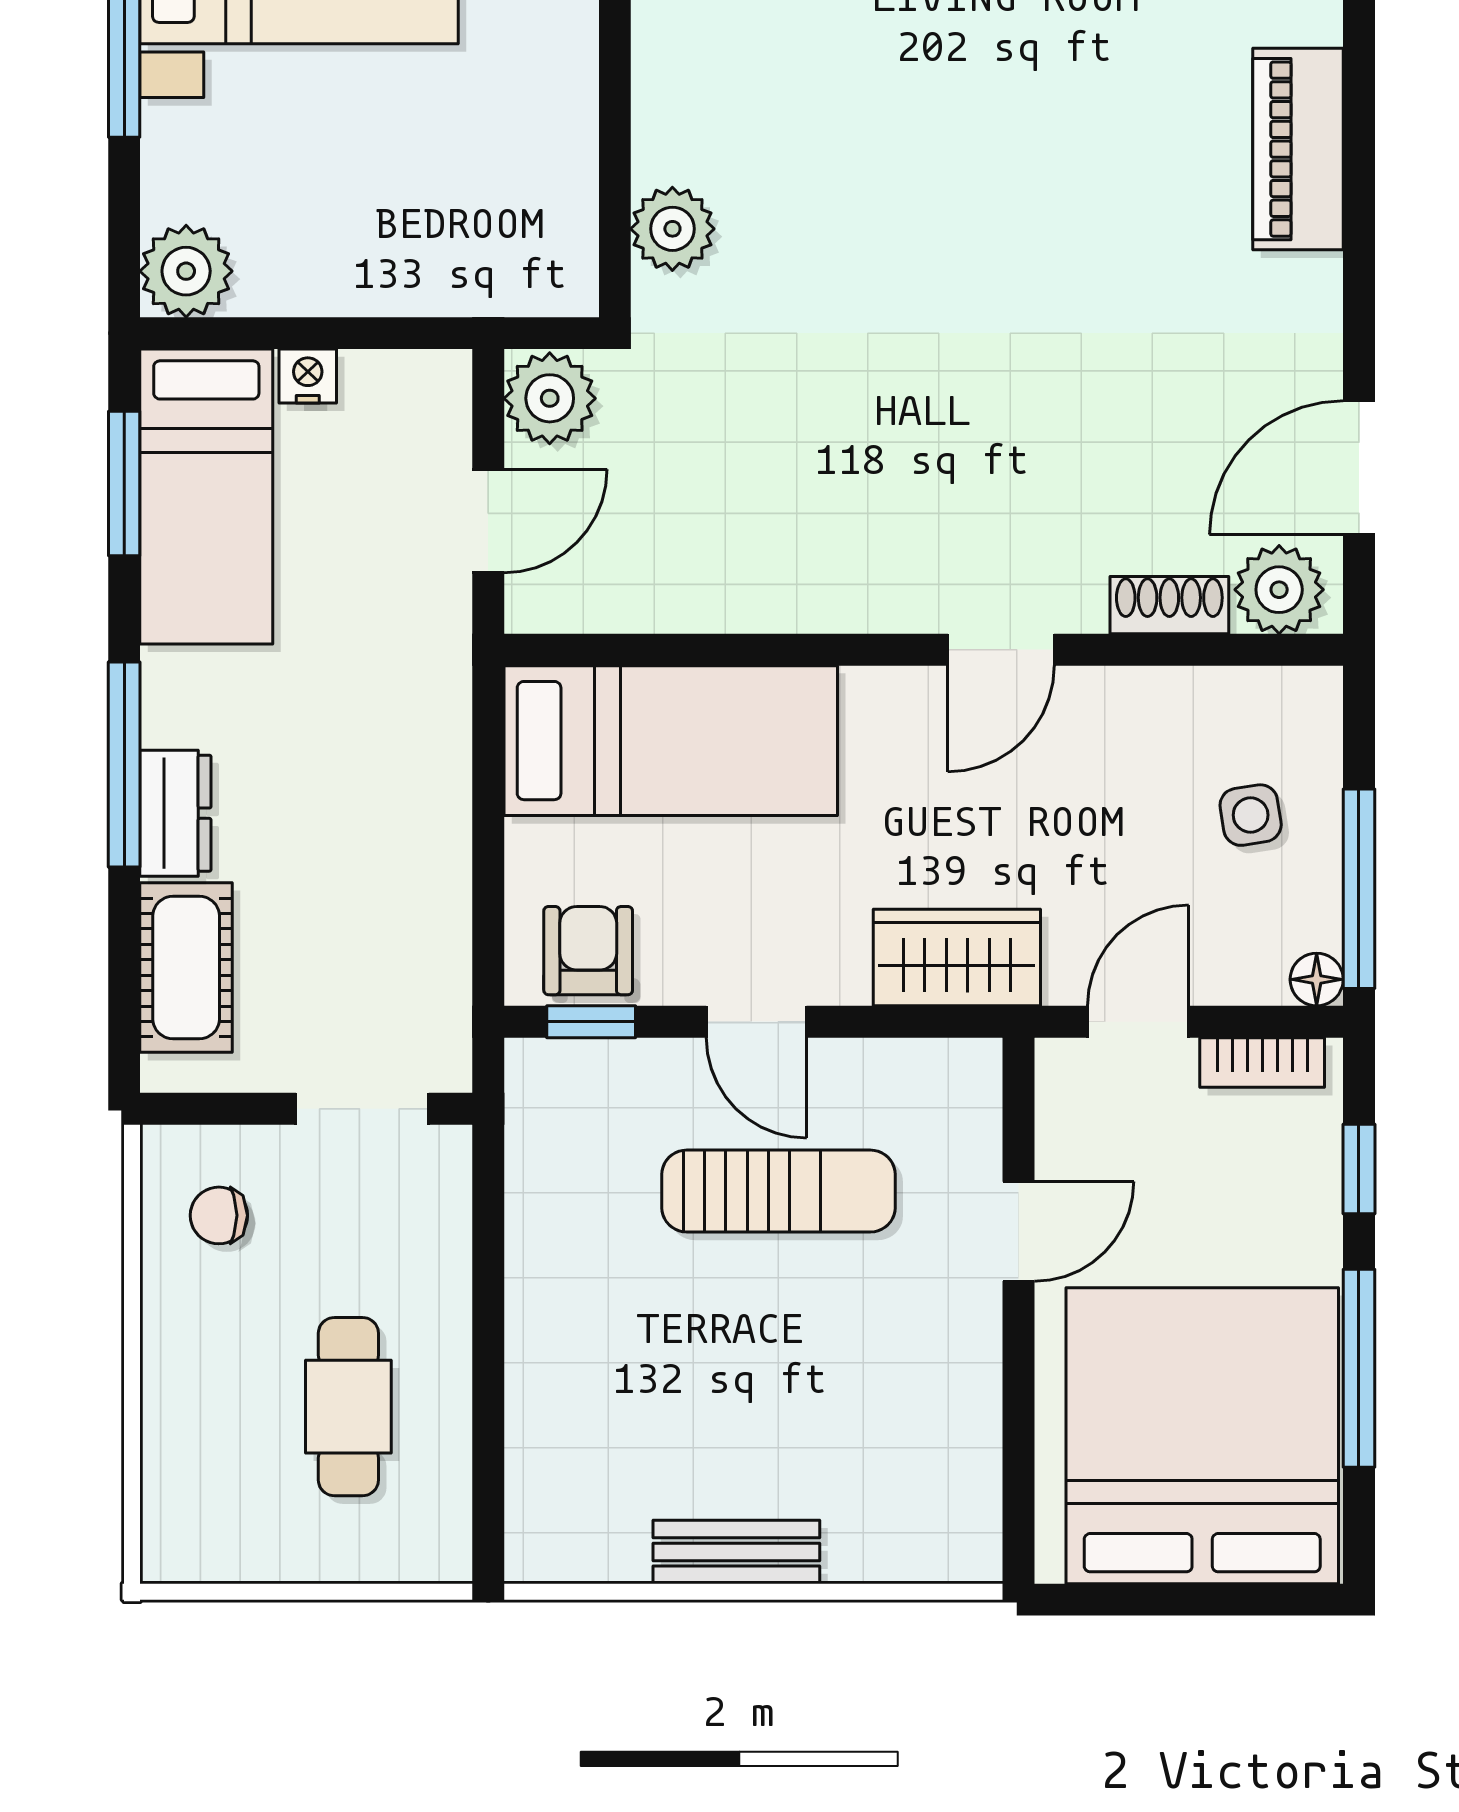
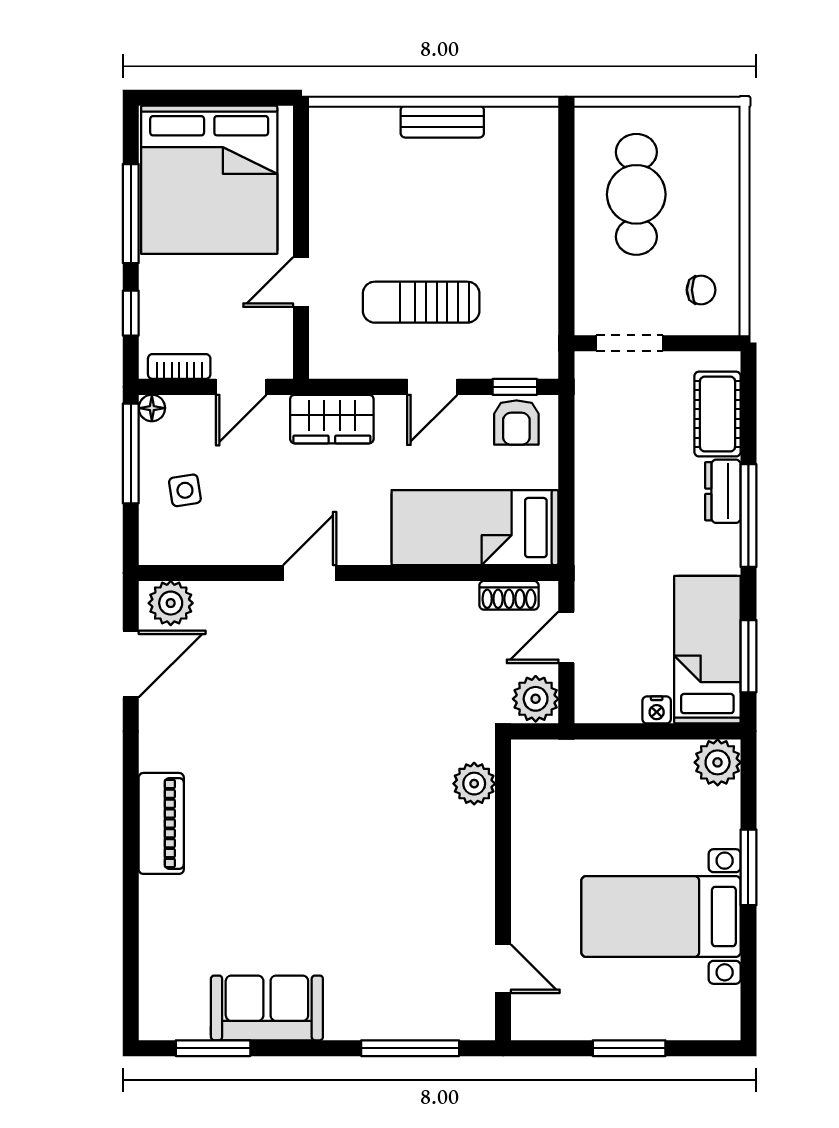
shoe rack: (1169, 605) -> (509, 595), moved
door: (756, 1022) -> (432, 387), swing flipped
cafe table: (348, 1407) -> (636, 194), width x1.37, depth x1.35

